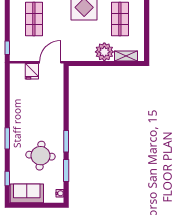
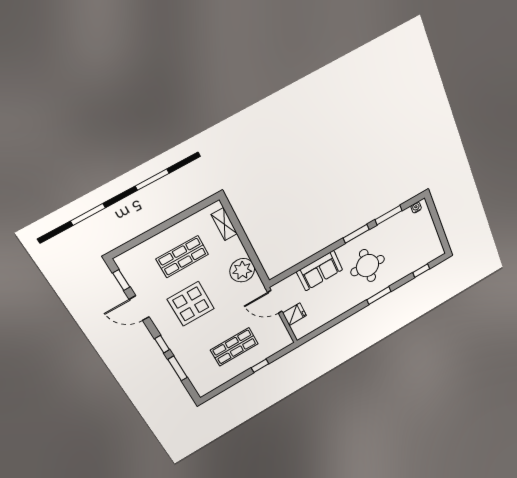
window: (7, 48) -> (260, 366), moved
plant: (104, 52) -> (242, 270), moved
round table: (40, 156) -> (368, 266), moved
sofa: (27, 193) -> (320, 271), moved, turned -90

